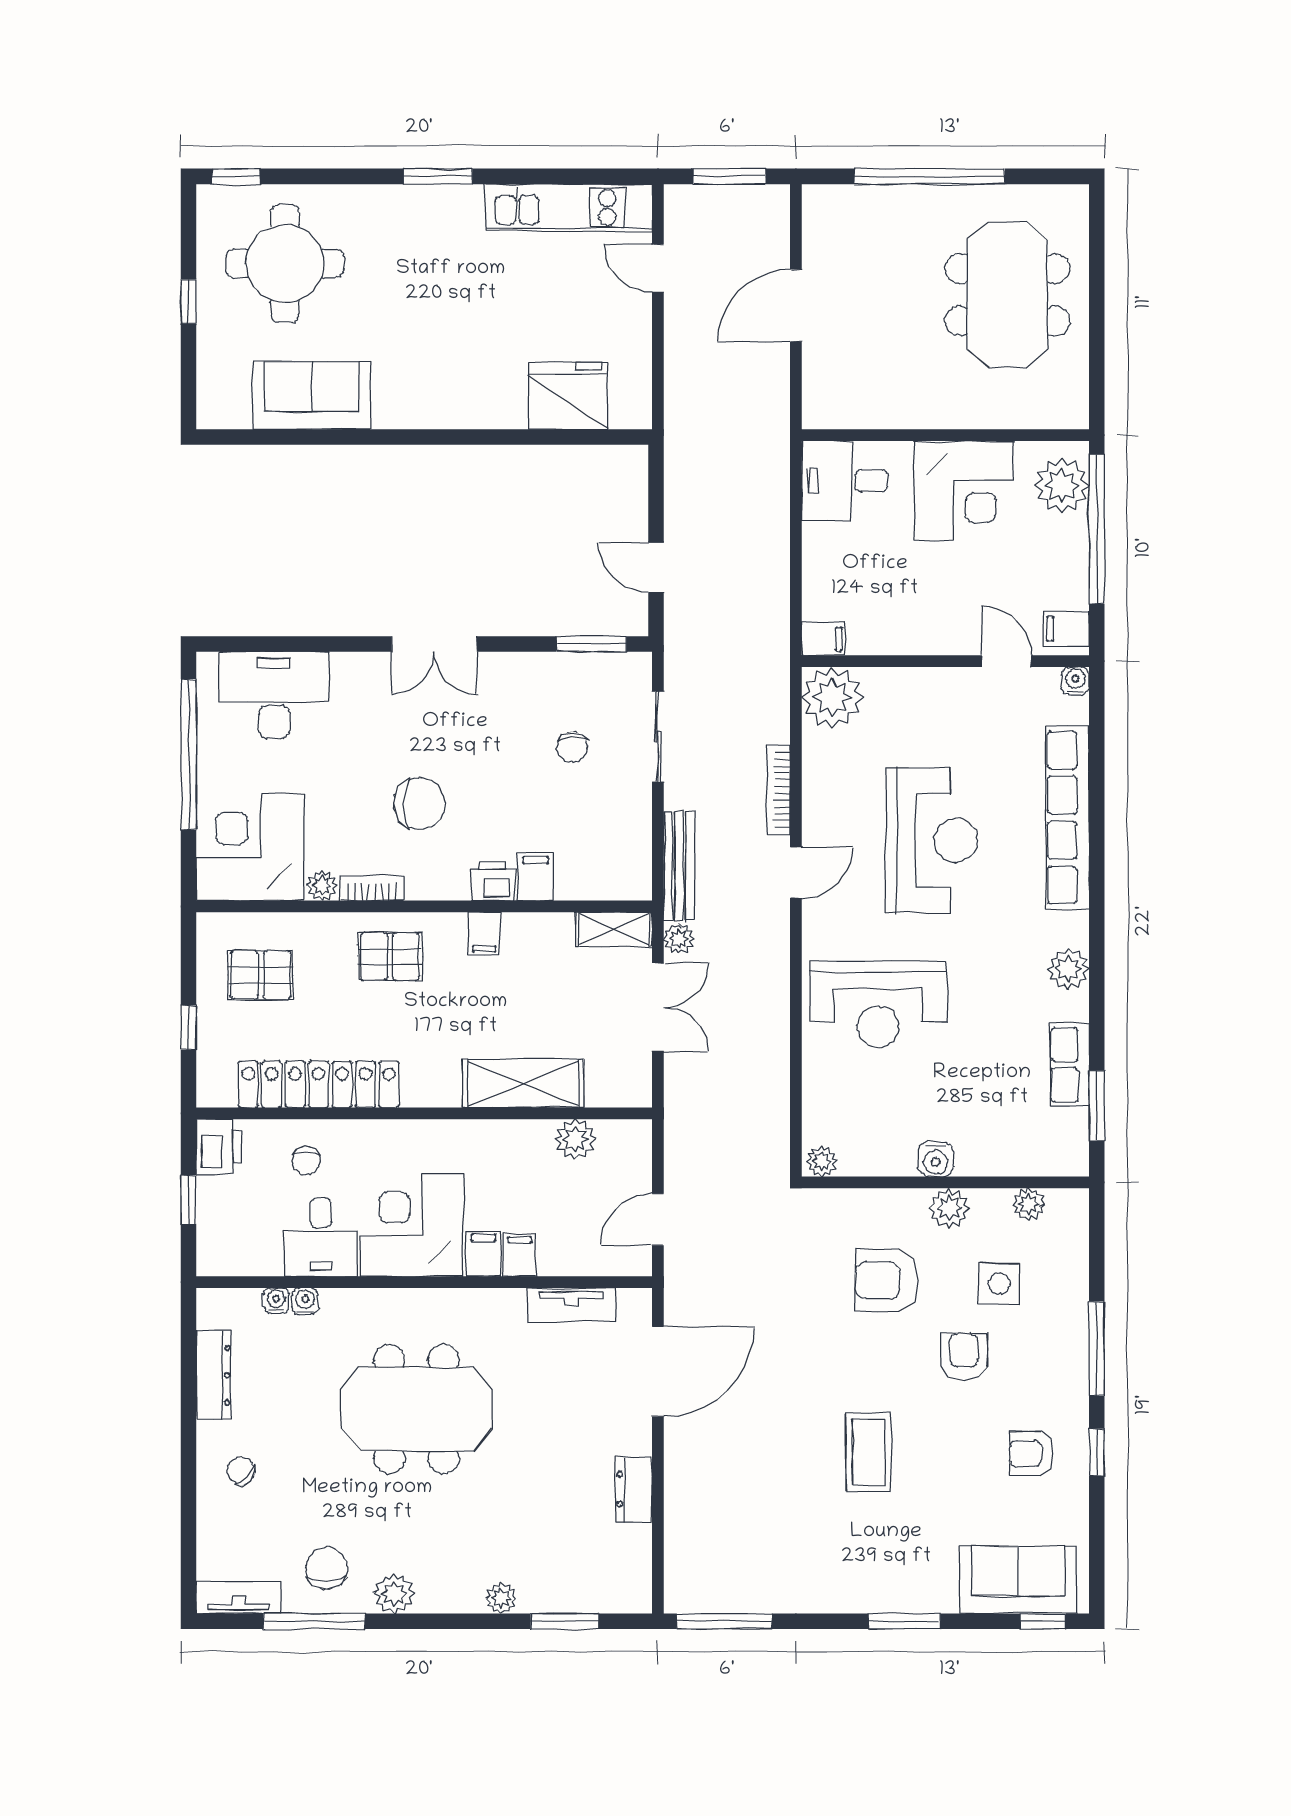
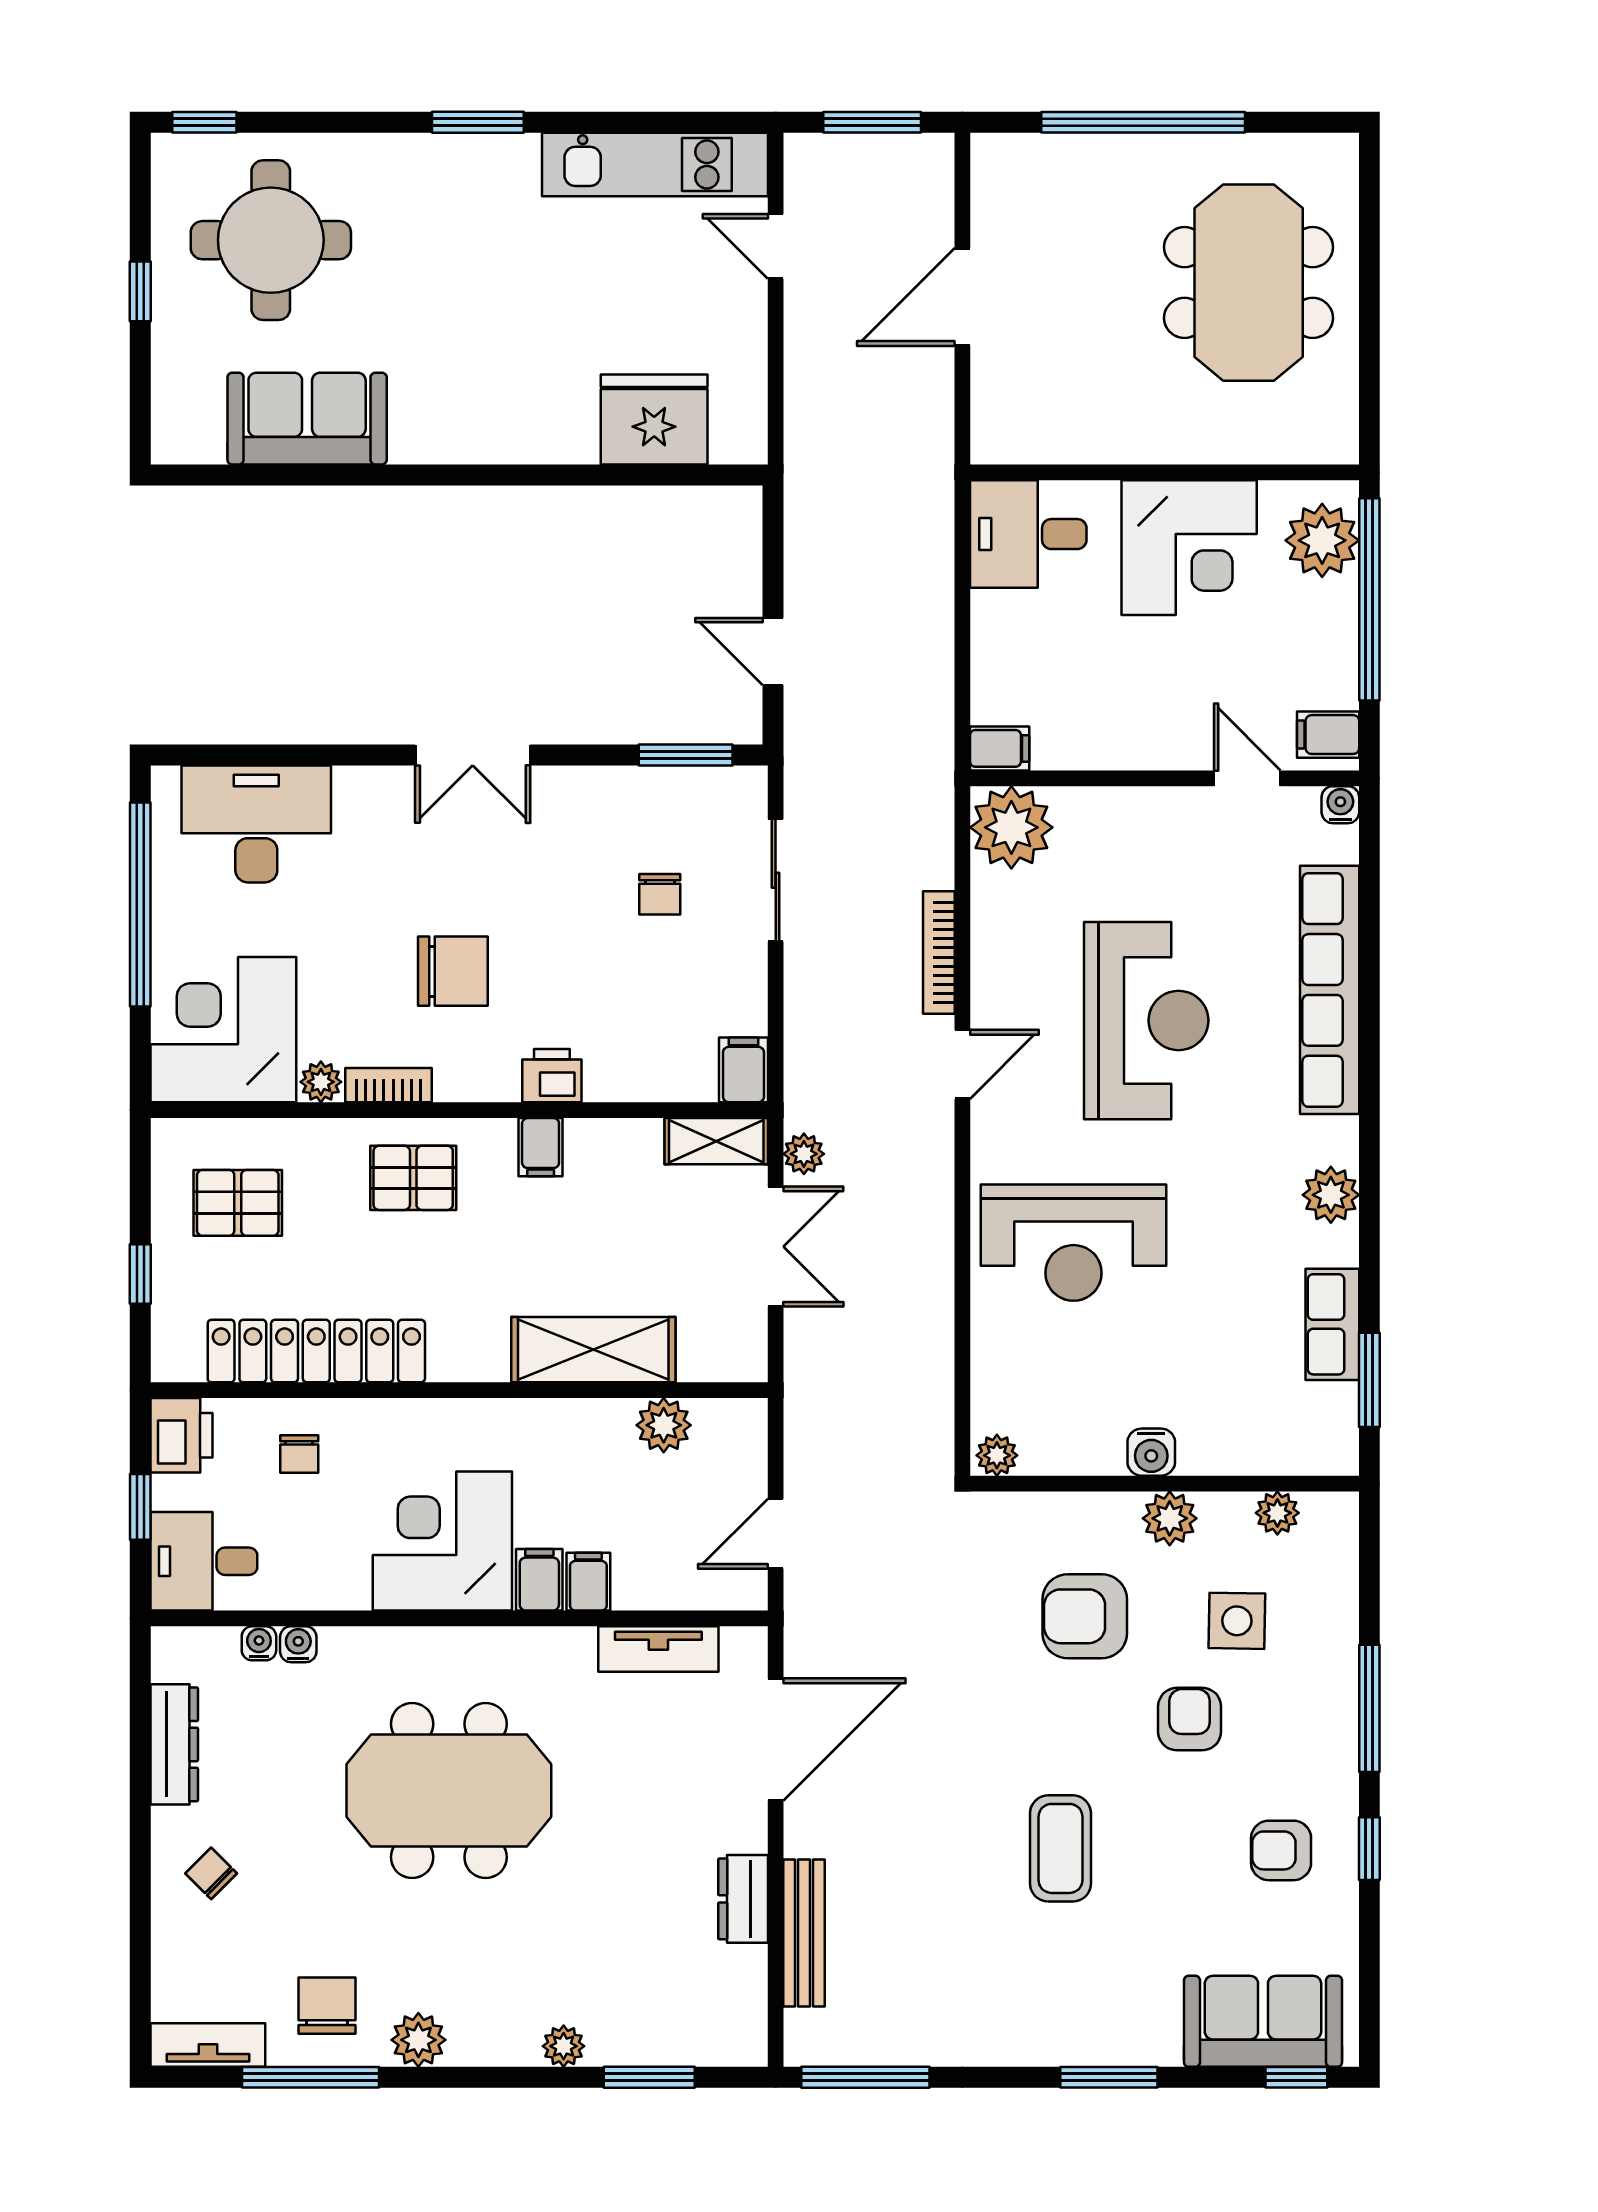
bench: (679, 866) -> (804, 1933), moved
filing cabinet: (535, 877) -> (743, 1070), moved
desk: (321, 1237) -> (204, 1561), moved, turned 90

